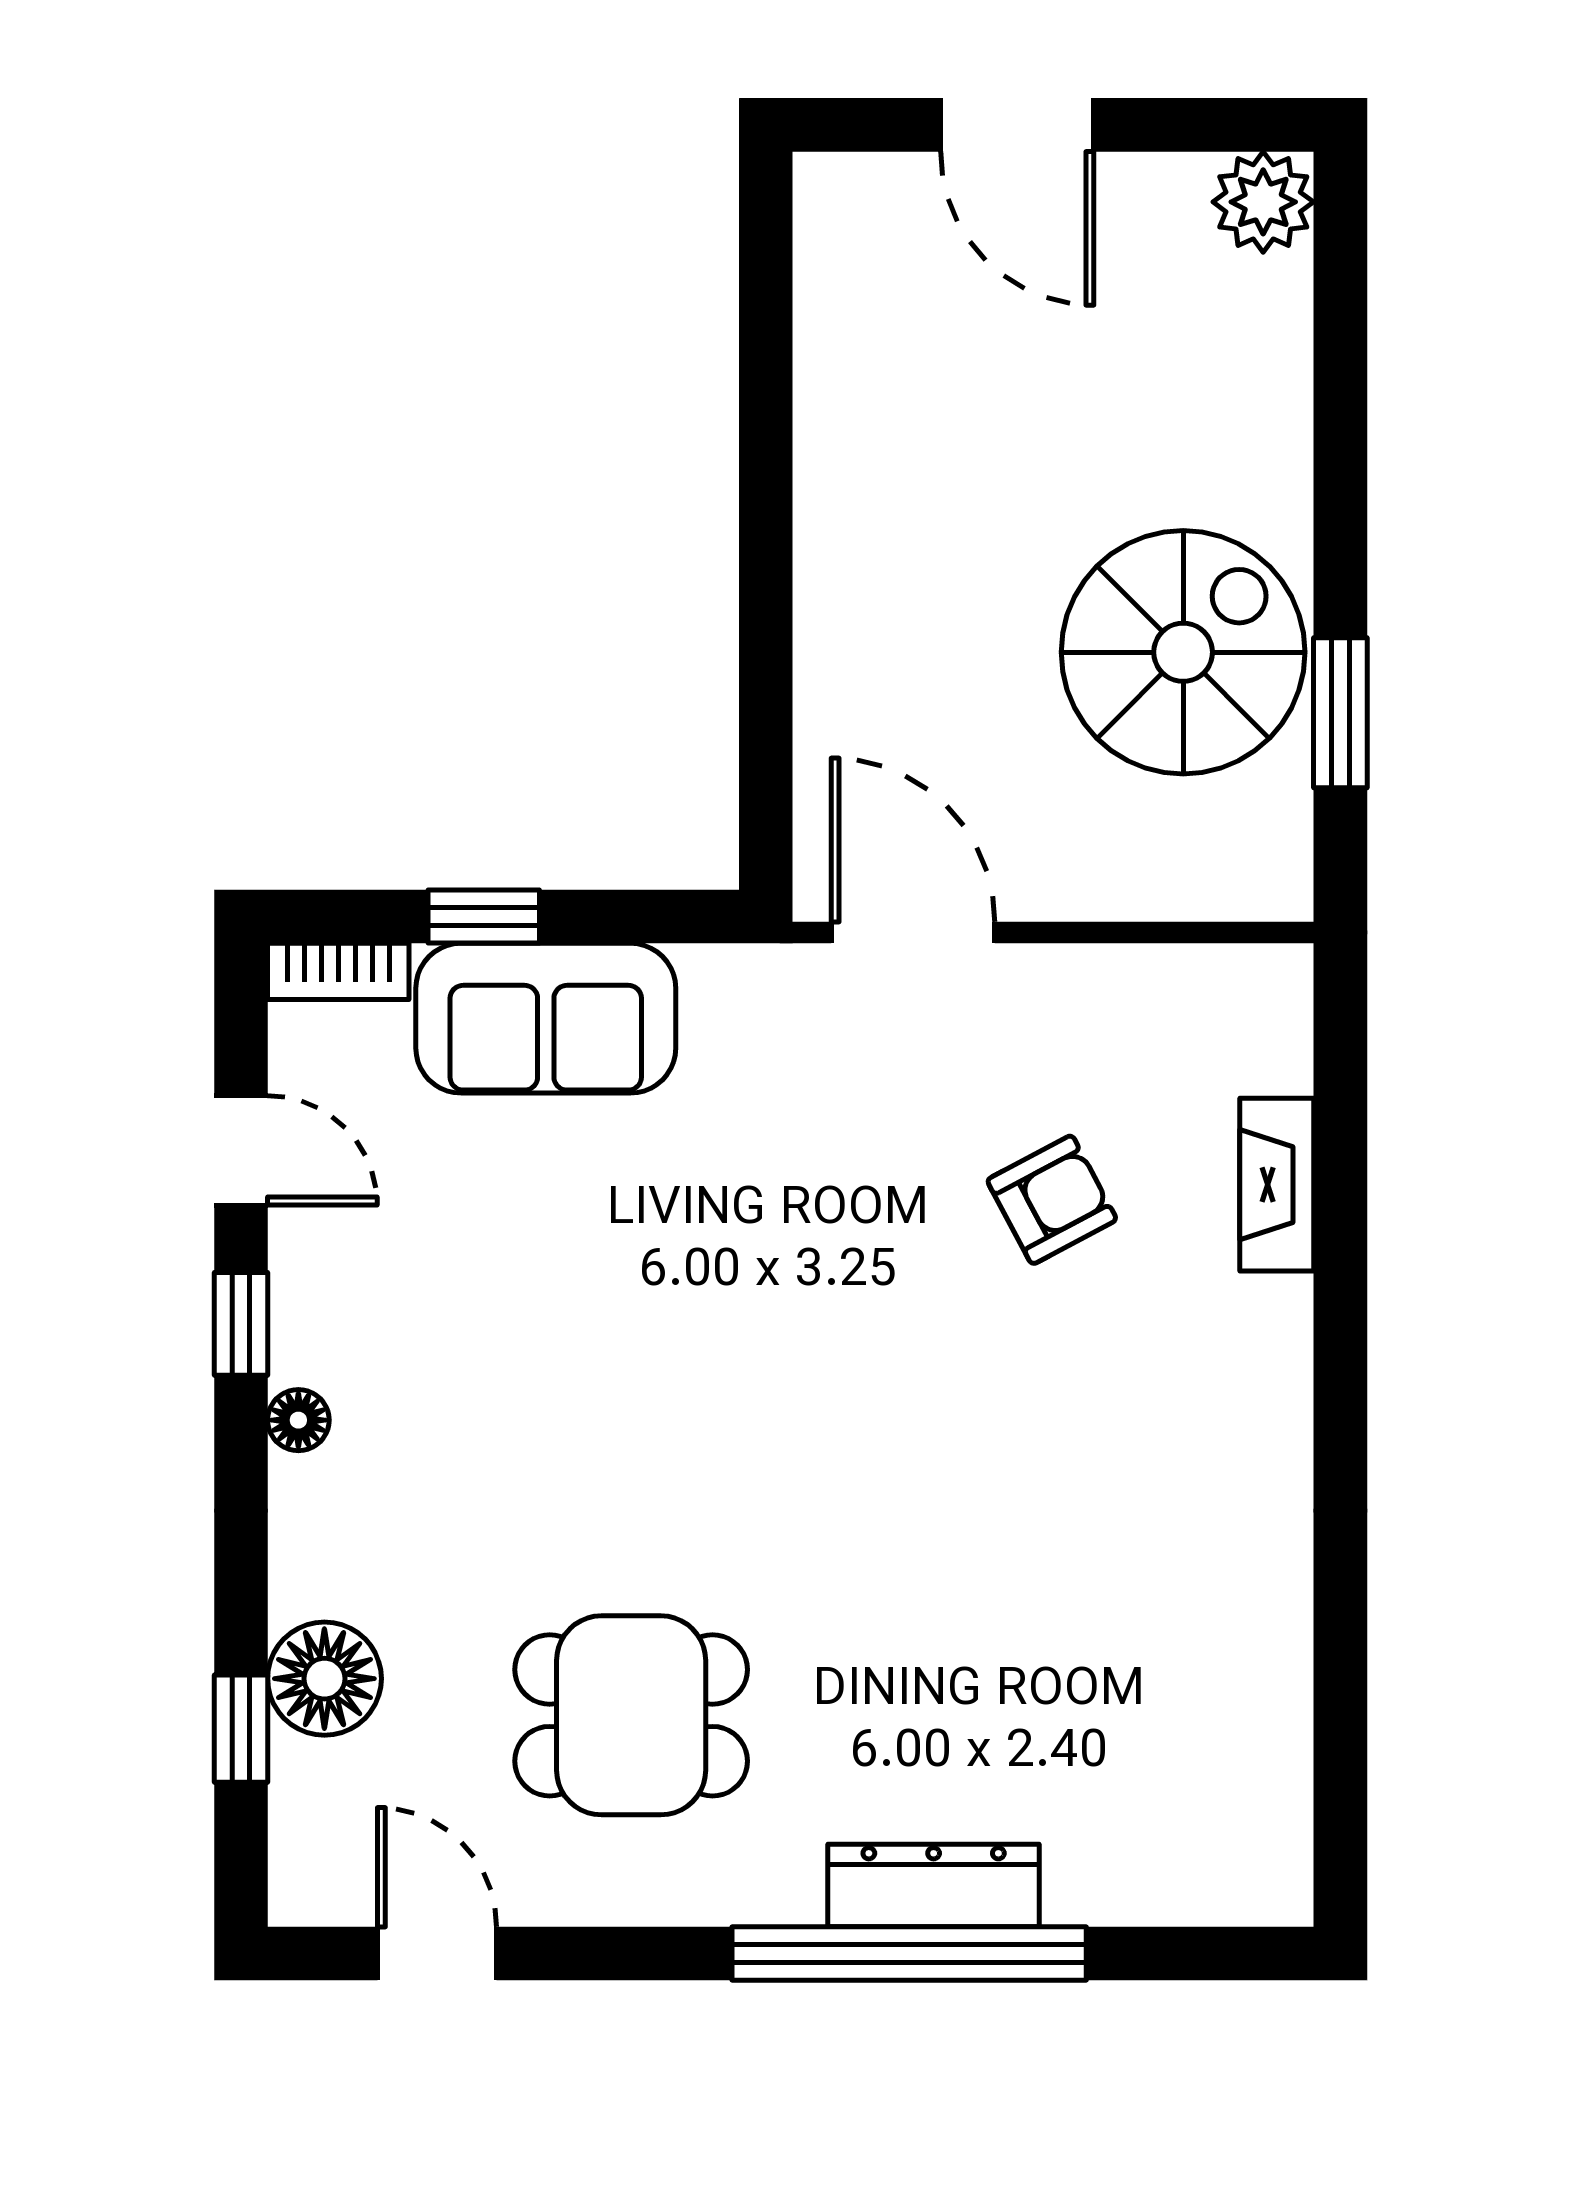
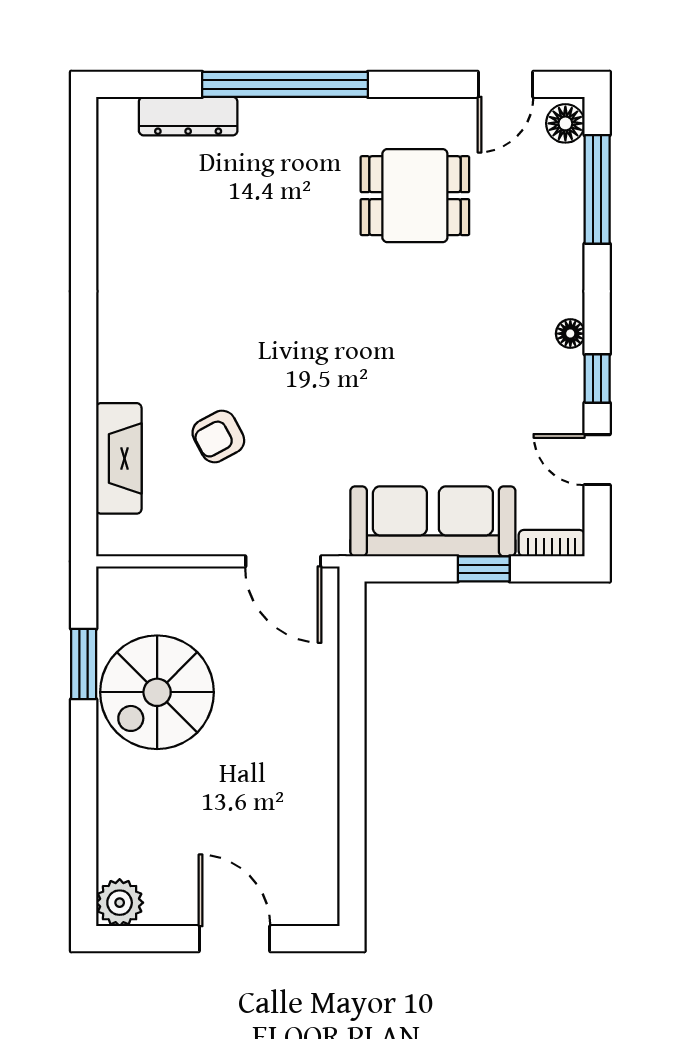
sofa: (546, 1018) -> (433, 521), width x1.36
fireplace: (1277, 1185) -> (119, 458), width x1.37, depth x1.32
floor lamp: (324, 1679) -> (565, 123), moved, width x0.73, depth x0.73
window: (241, 1729) -> (597, 189), width x2.17
dresser: (934, 1886) -> (188, 116), moved
door: (437, 1954) -> (506, 84), hinge flipped

